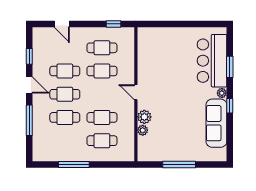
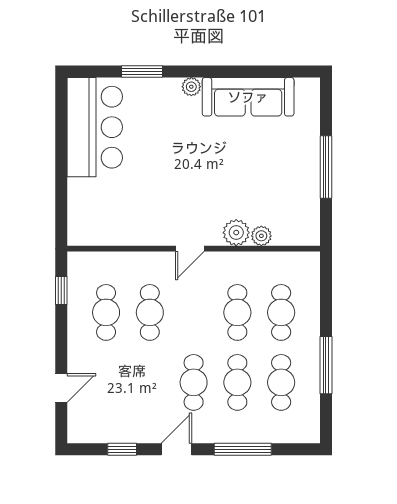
bar counter: (212, 61) -> (95, 127), moved, turned -90
cafe table: (65, 71) -> (281, 382), moved
window: (230, 106) -> (215, 72), removed

